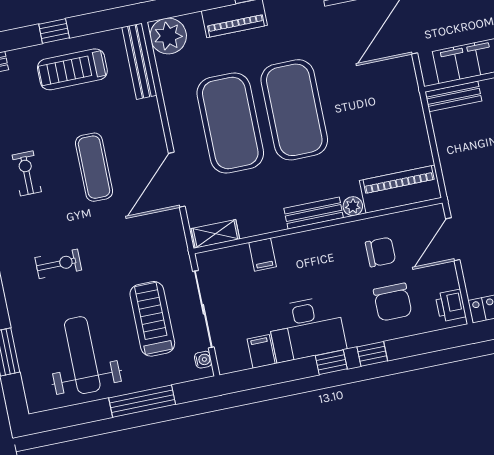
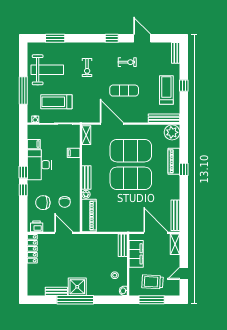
treadmill: (152, 319) -> (56, 102), turned 180

